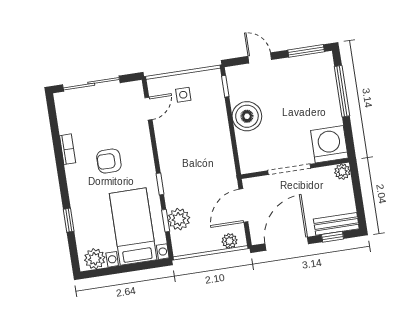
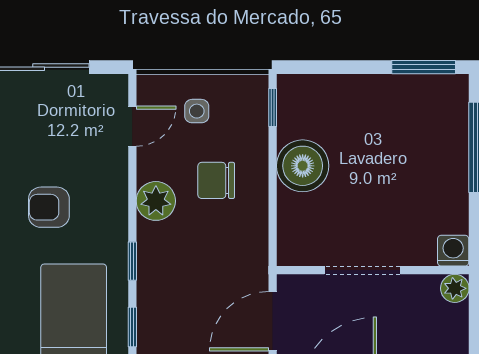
door: (260, 58) -> (341, 67), removed
chair: (200, 132) -> (216, 180), added
washing machine: (329, 144) -> (453, 251), width x0.53, depth x0.53
plant: (179, 219) -> (156, 201), moved

